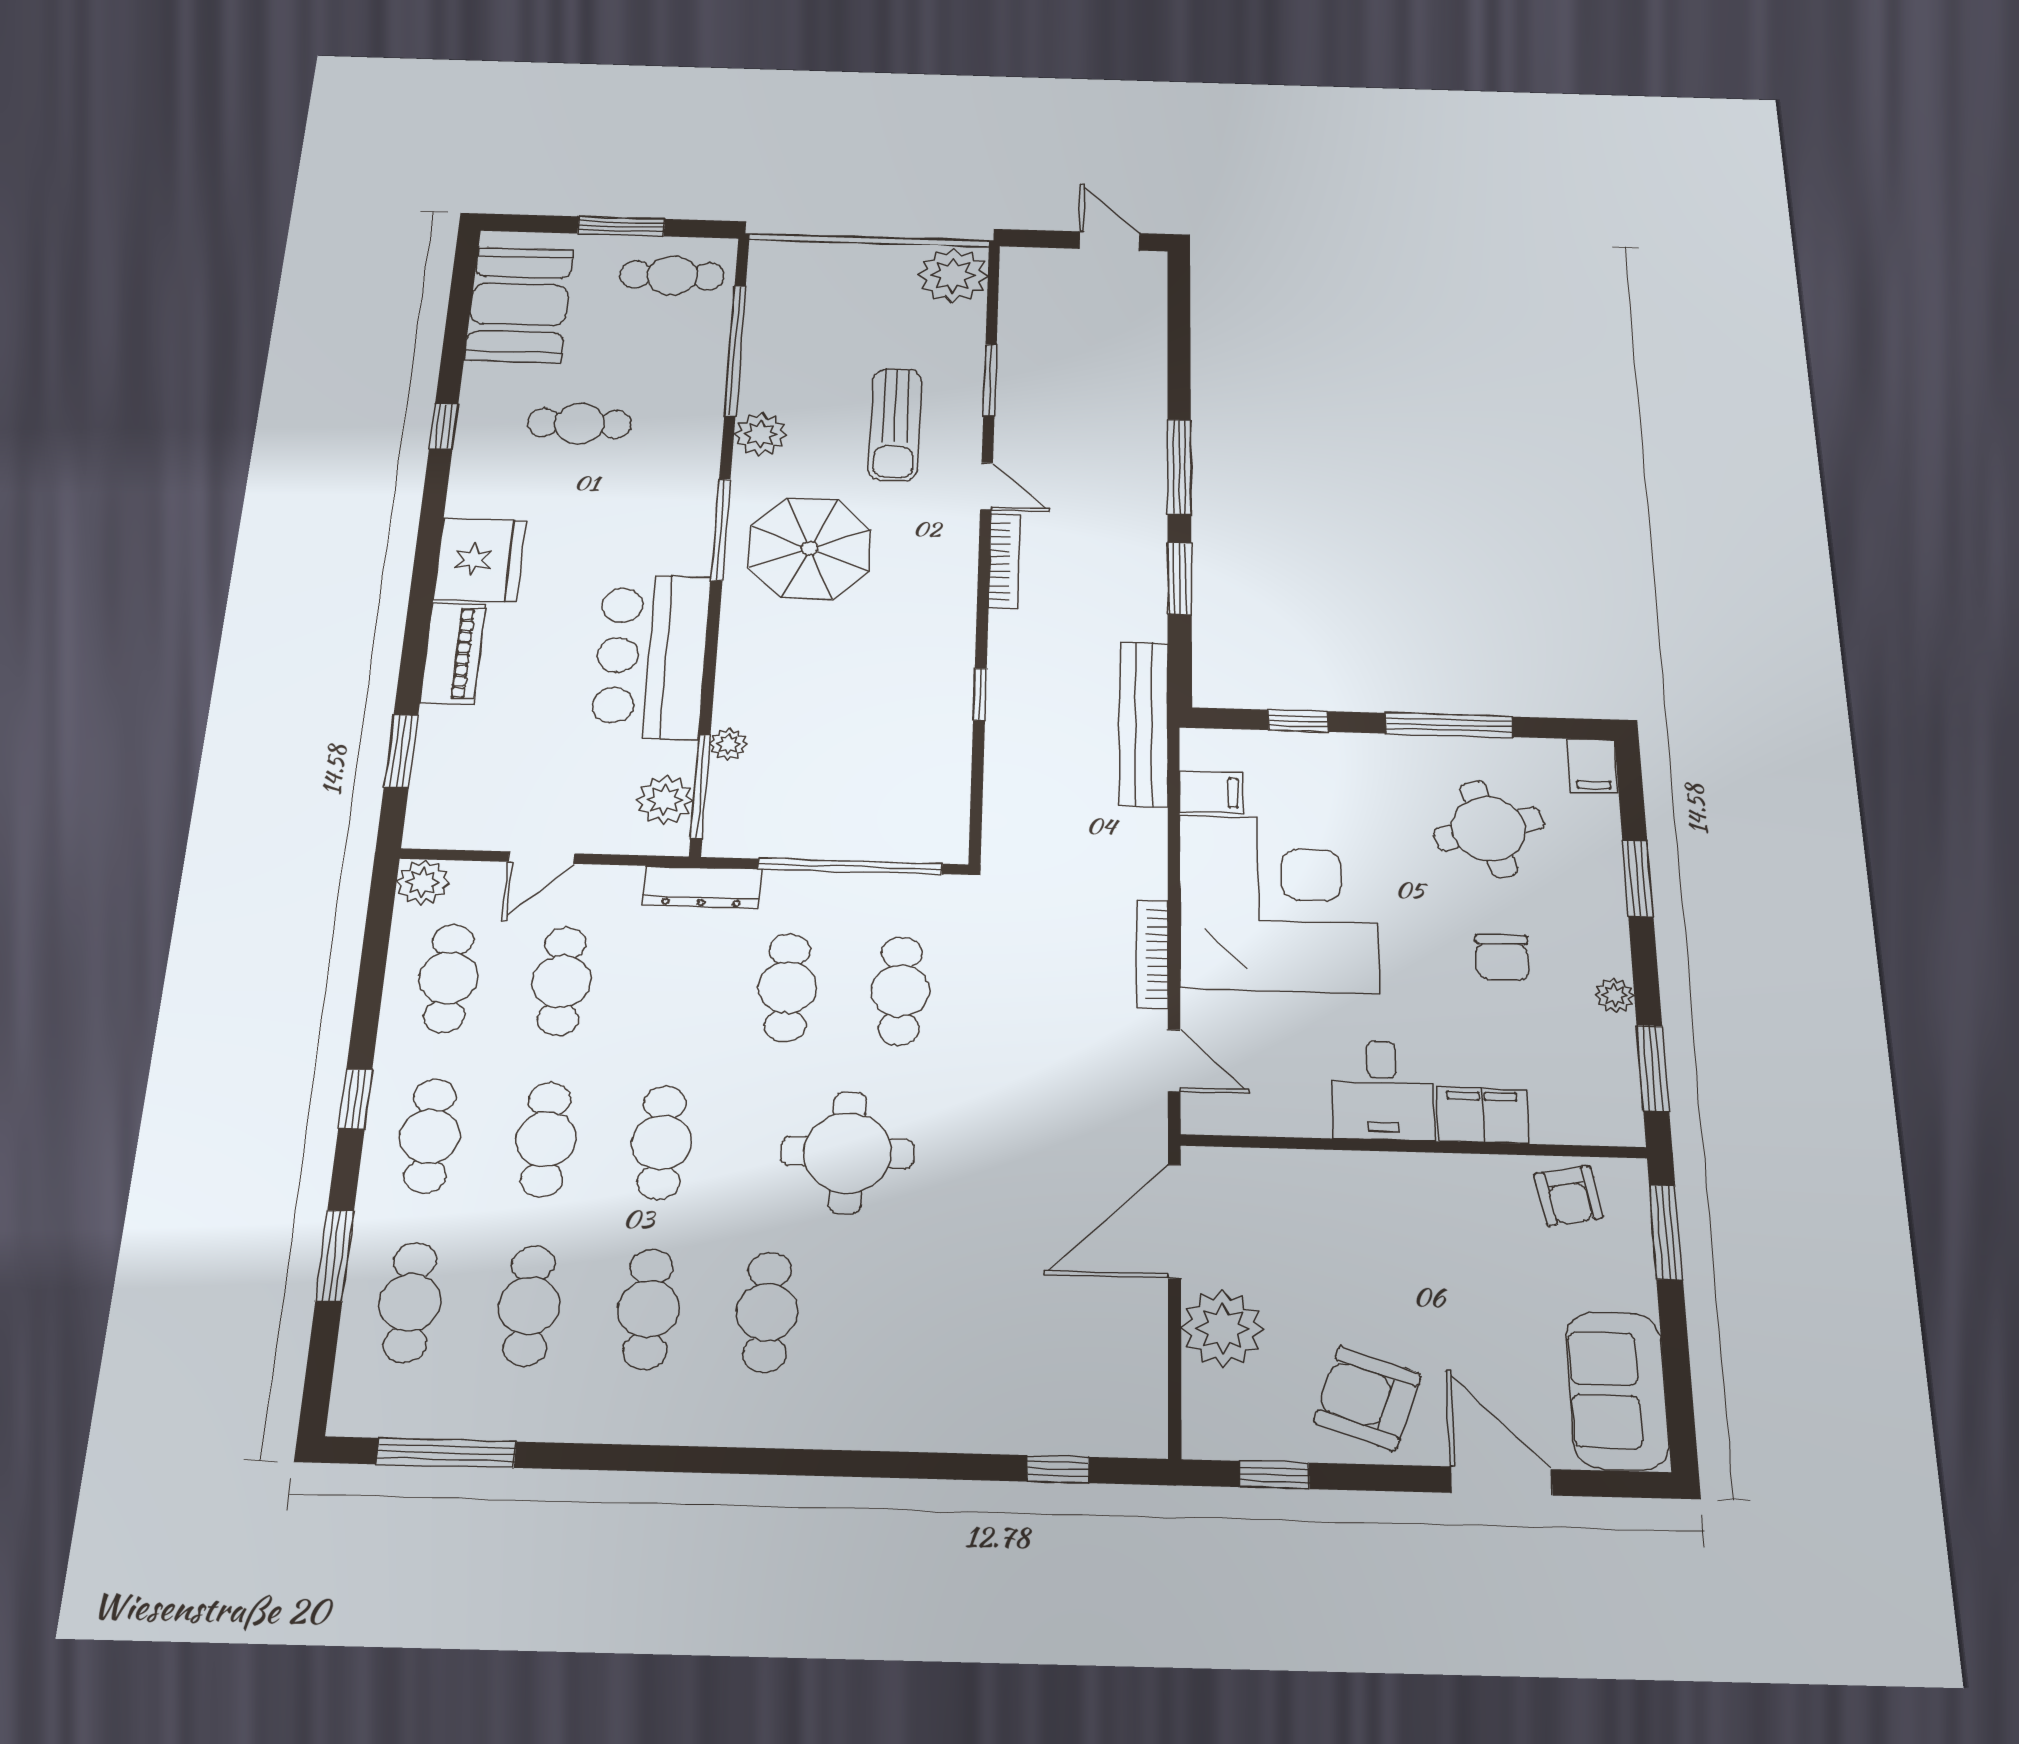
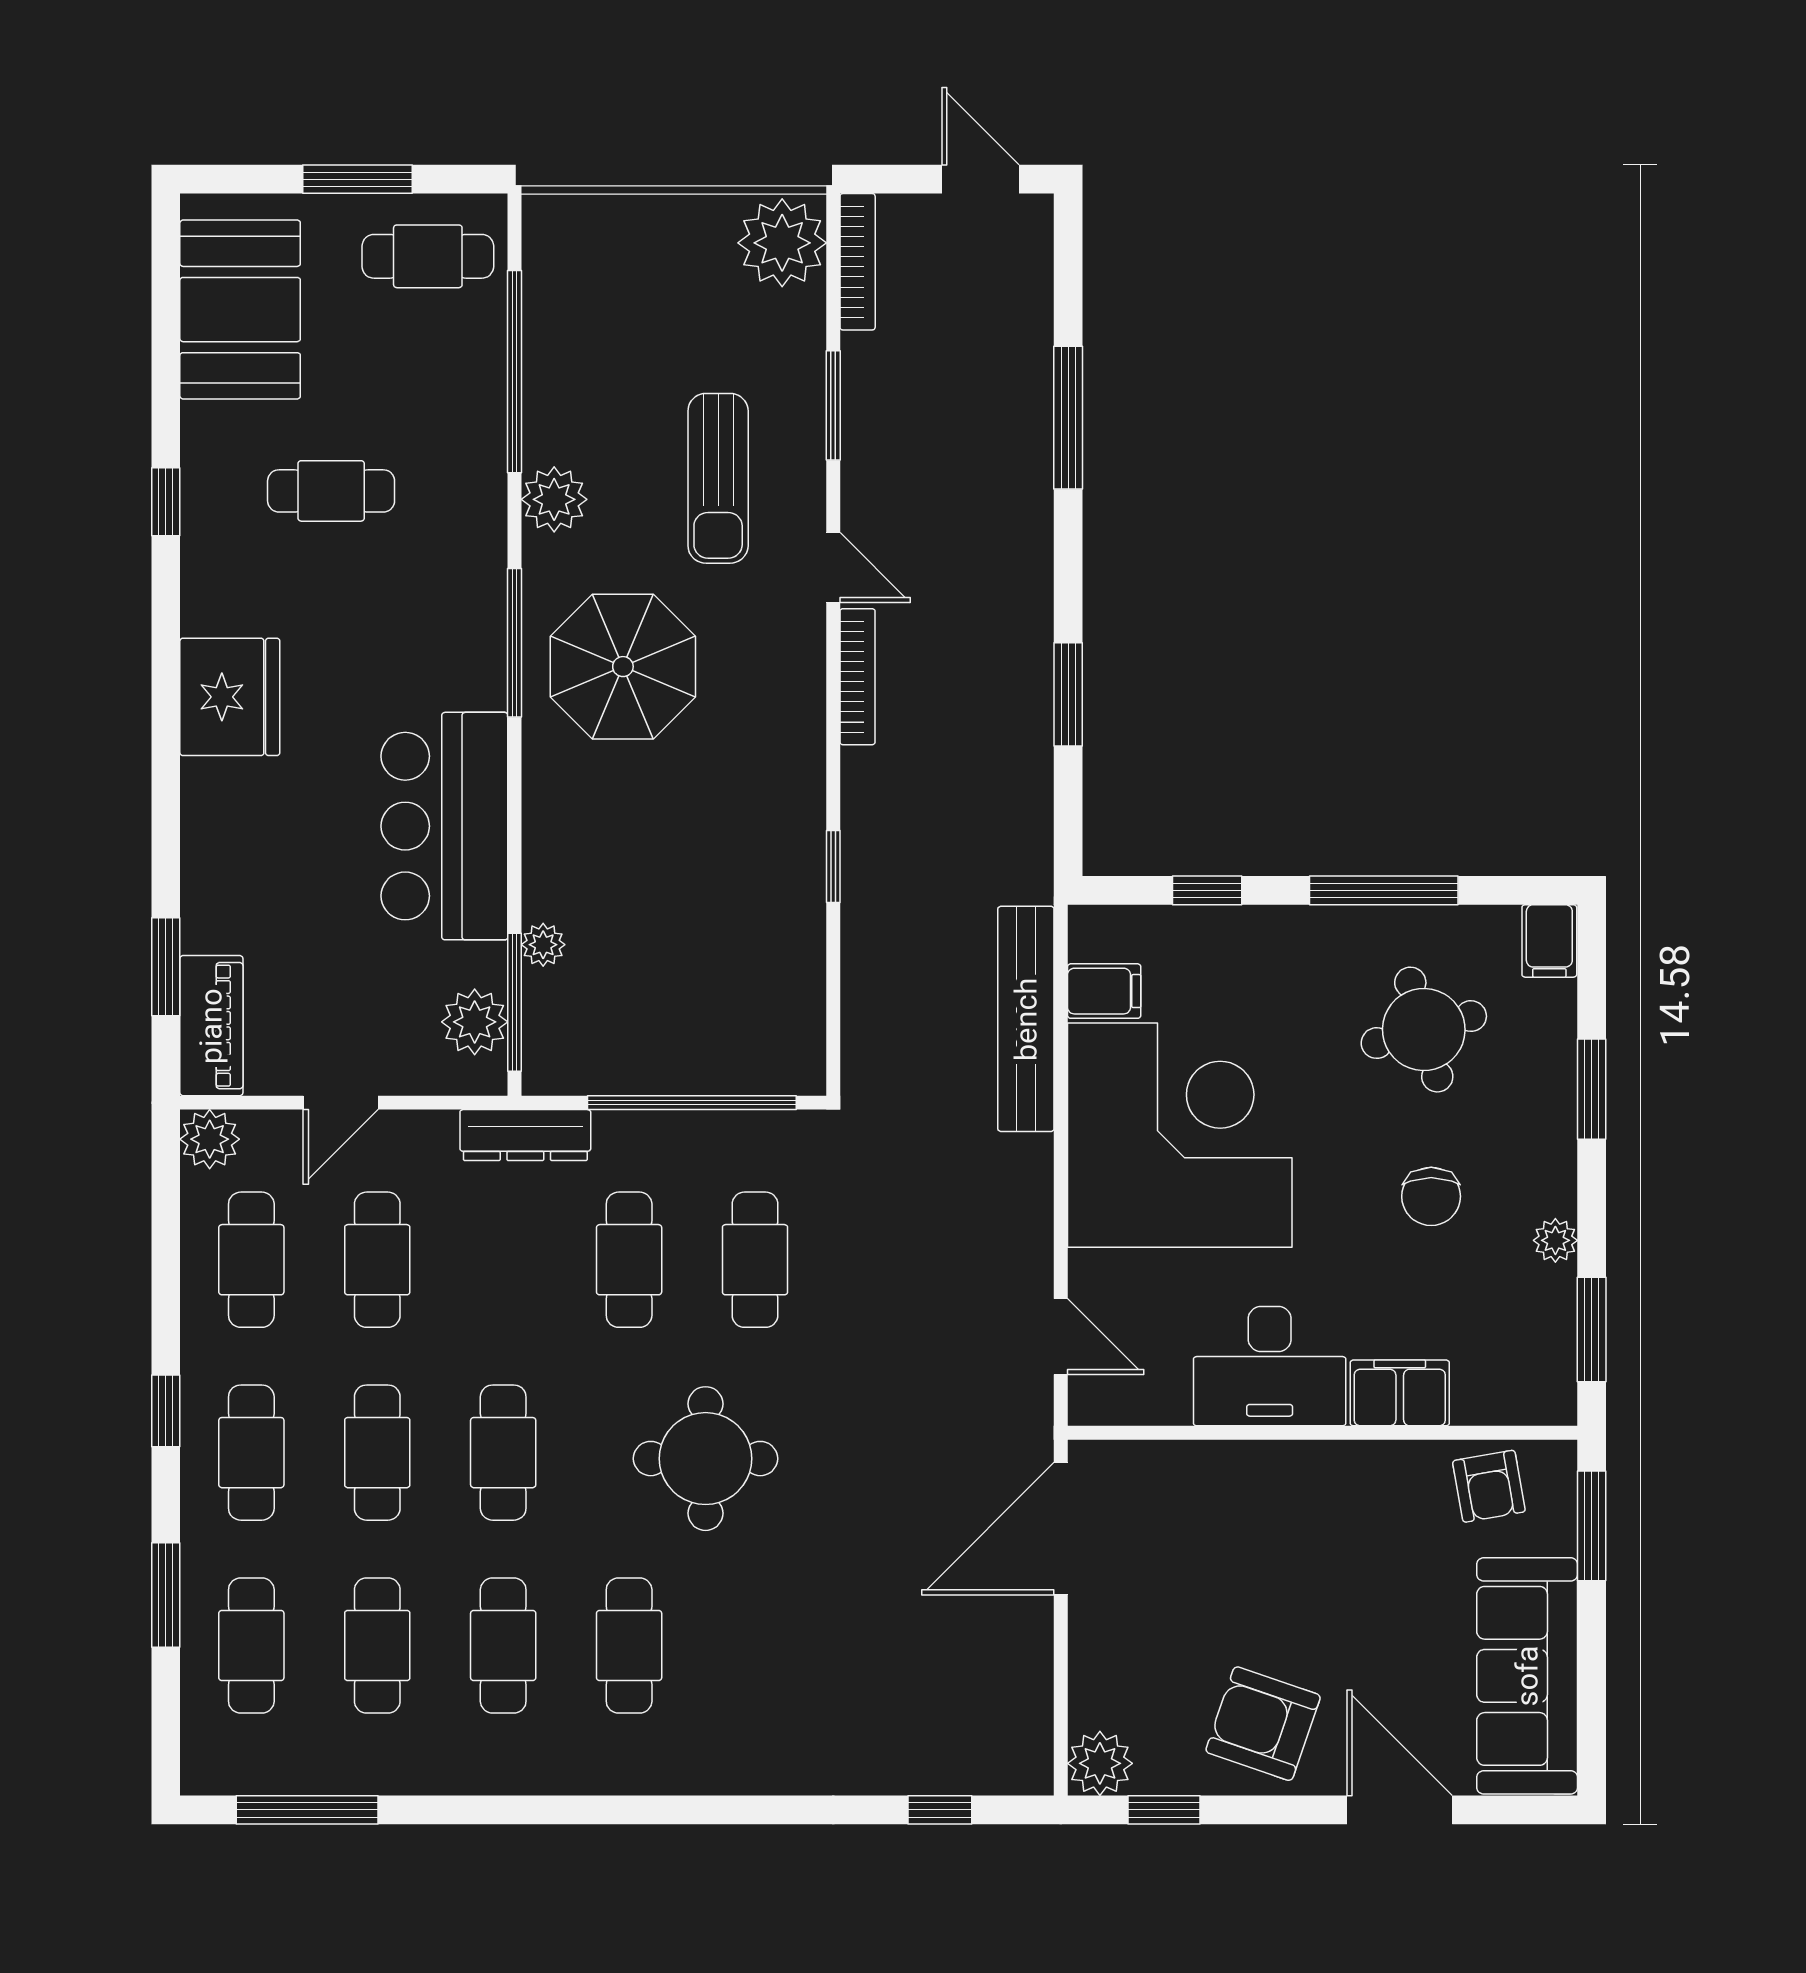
window: (1179, 467) -> (1068, 418), moved
piano: (453, 653) -> (211, 1026), moved
bench: (1144, 724) -> (1026, 1019), moved
bookcase: (1152, 954) -> (858, 262), moved, turned 180
desk: (1382, 1090) -> (1270, 1366), width x1.37
plant: (1223, 1329) -> (1100, 1763), moved, width x0.73, depth x0.73
sofa: (1617, 1390) -> (1527, 1676), width x1.36

